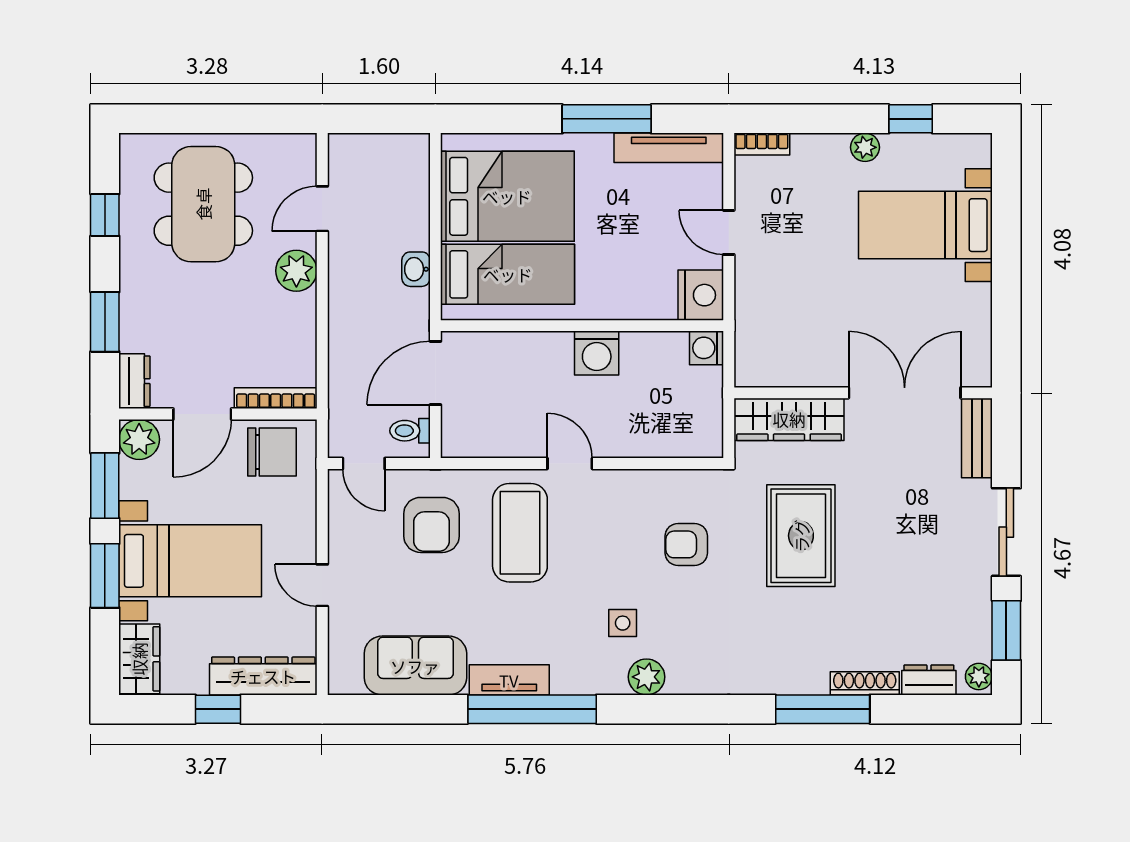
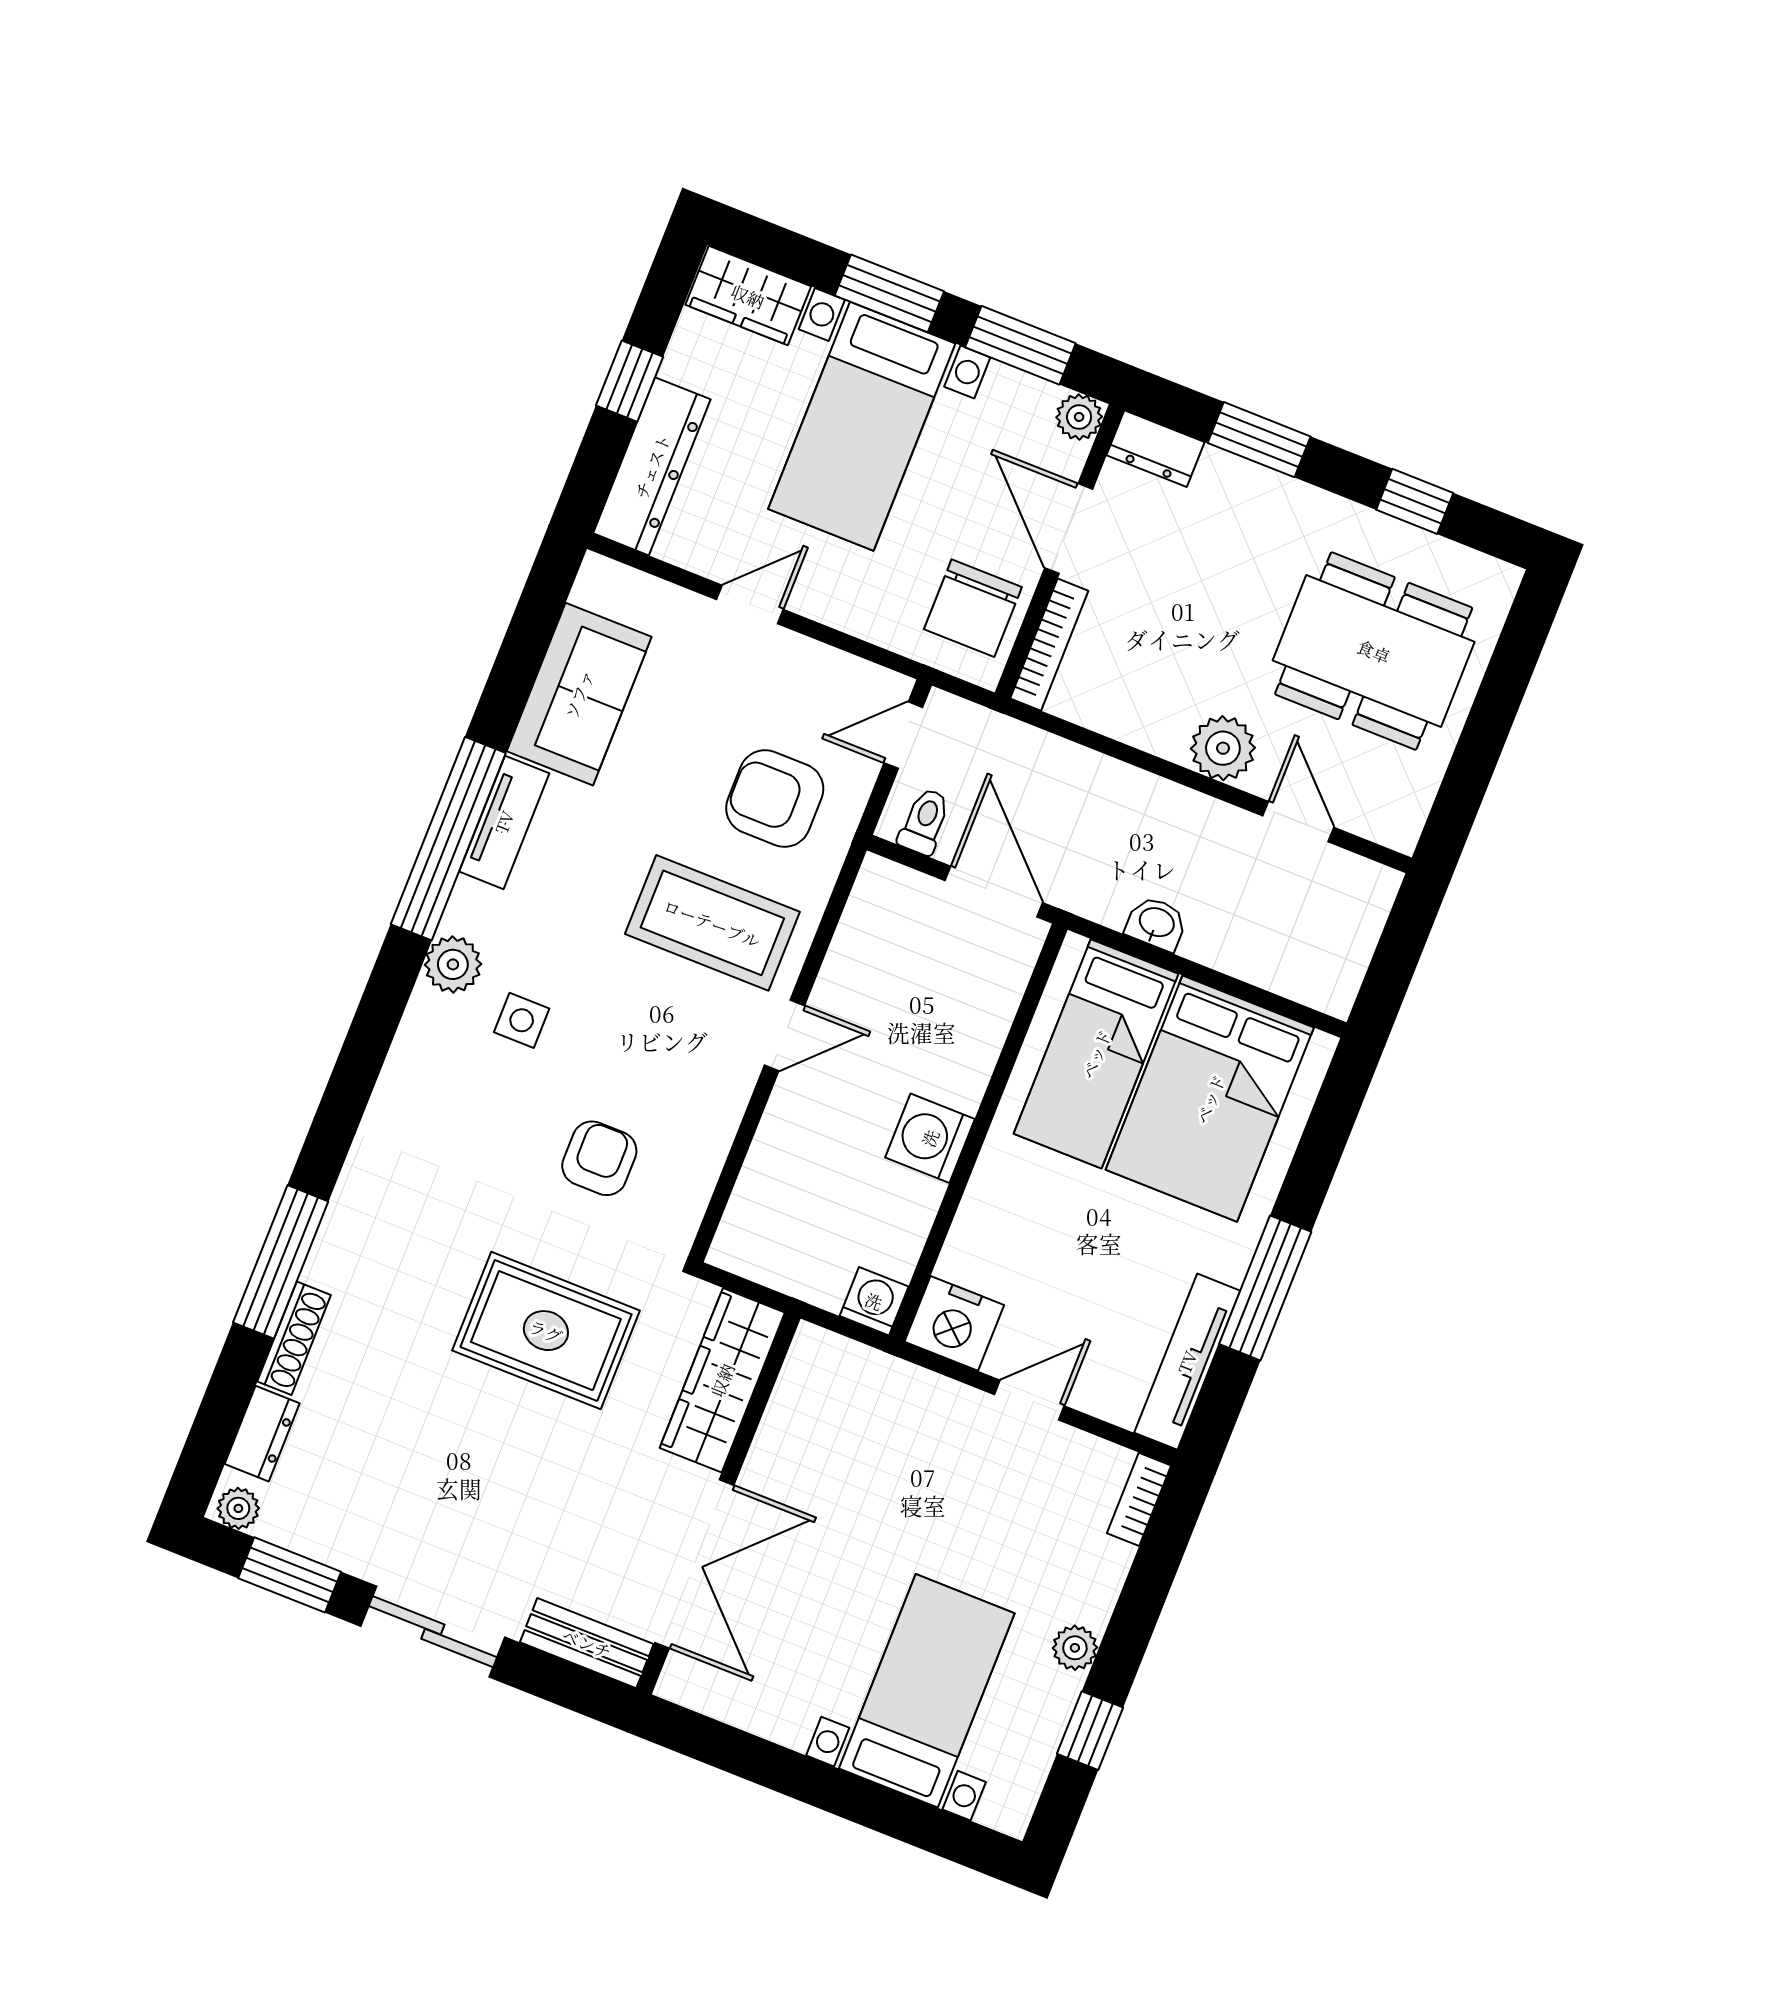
plant: (139, 439) -> (1079, 417), width x0.73, depth x0.73
plant: (647, 677) -> (453, 964), moved

